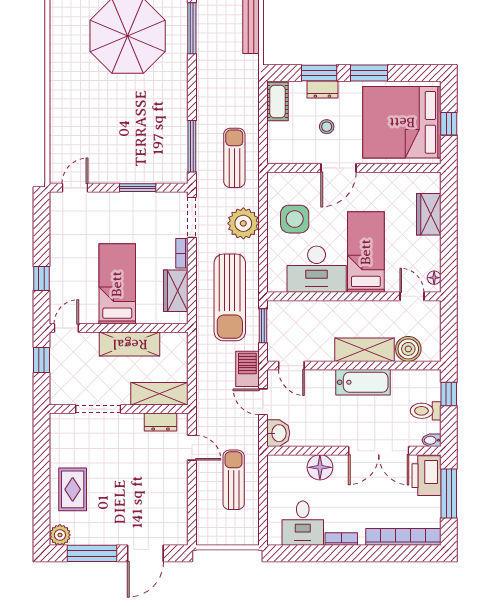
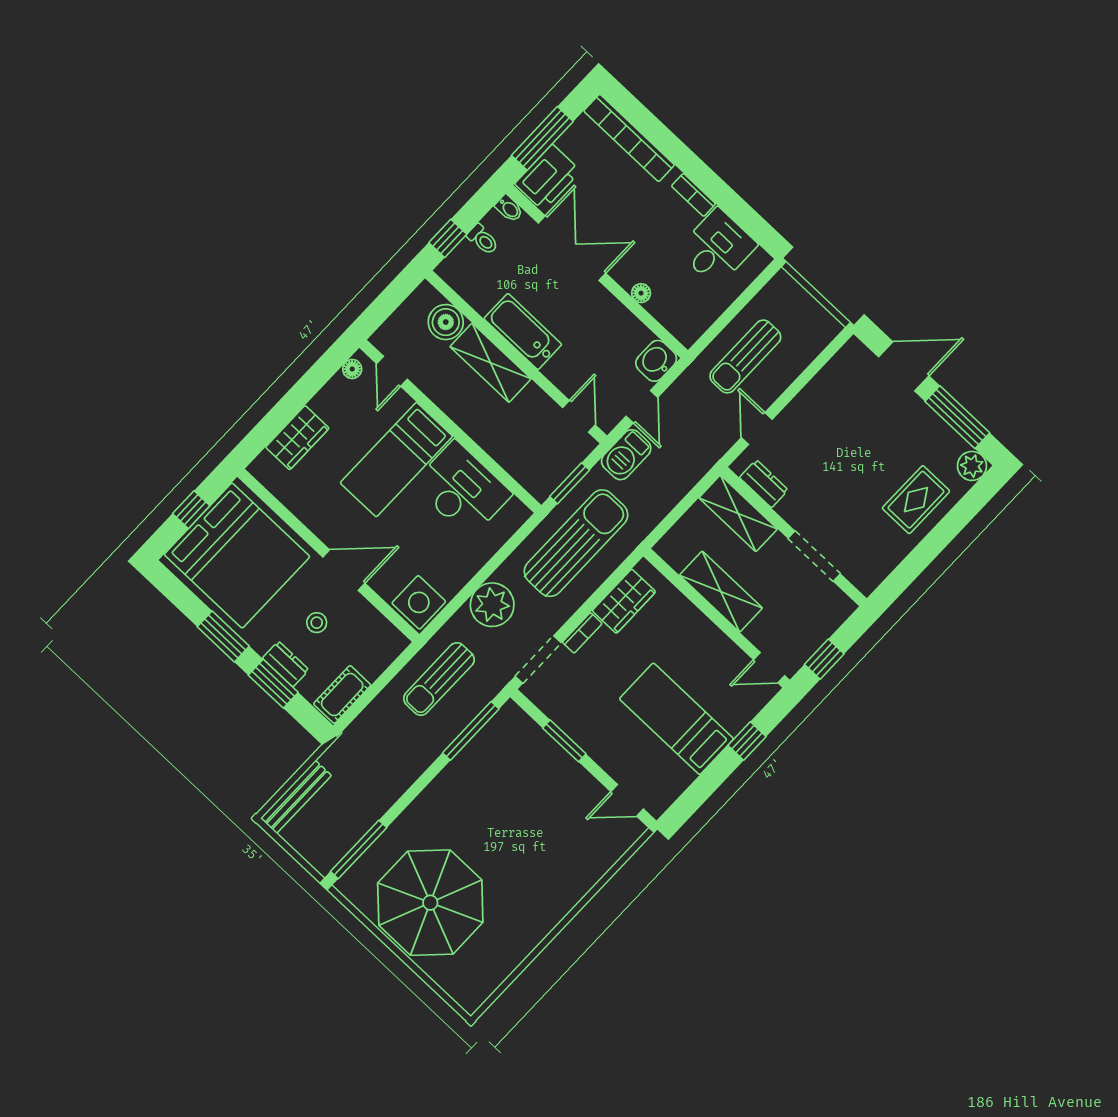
side table: (295, 219) -> (419, 602), moved
bed: (117, 284) -> (676, 719), moved, turned 90
toilet: (426, 411) -> (483, 239), width x0.73, depth x0.72
floor lamp: (320, 467) -> (641, 293), width x0.53, depth x0.53

